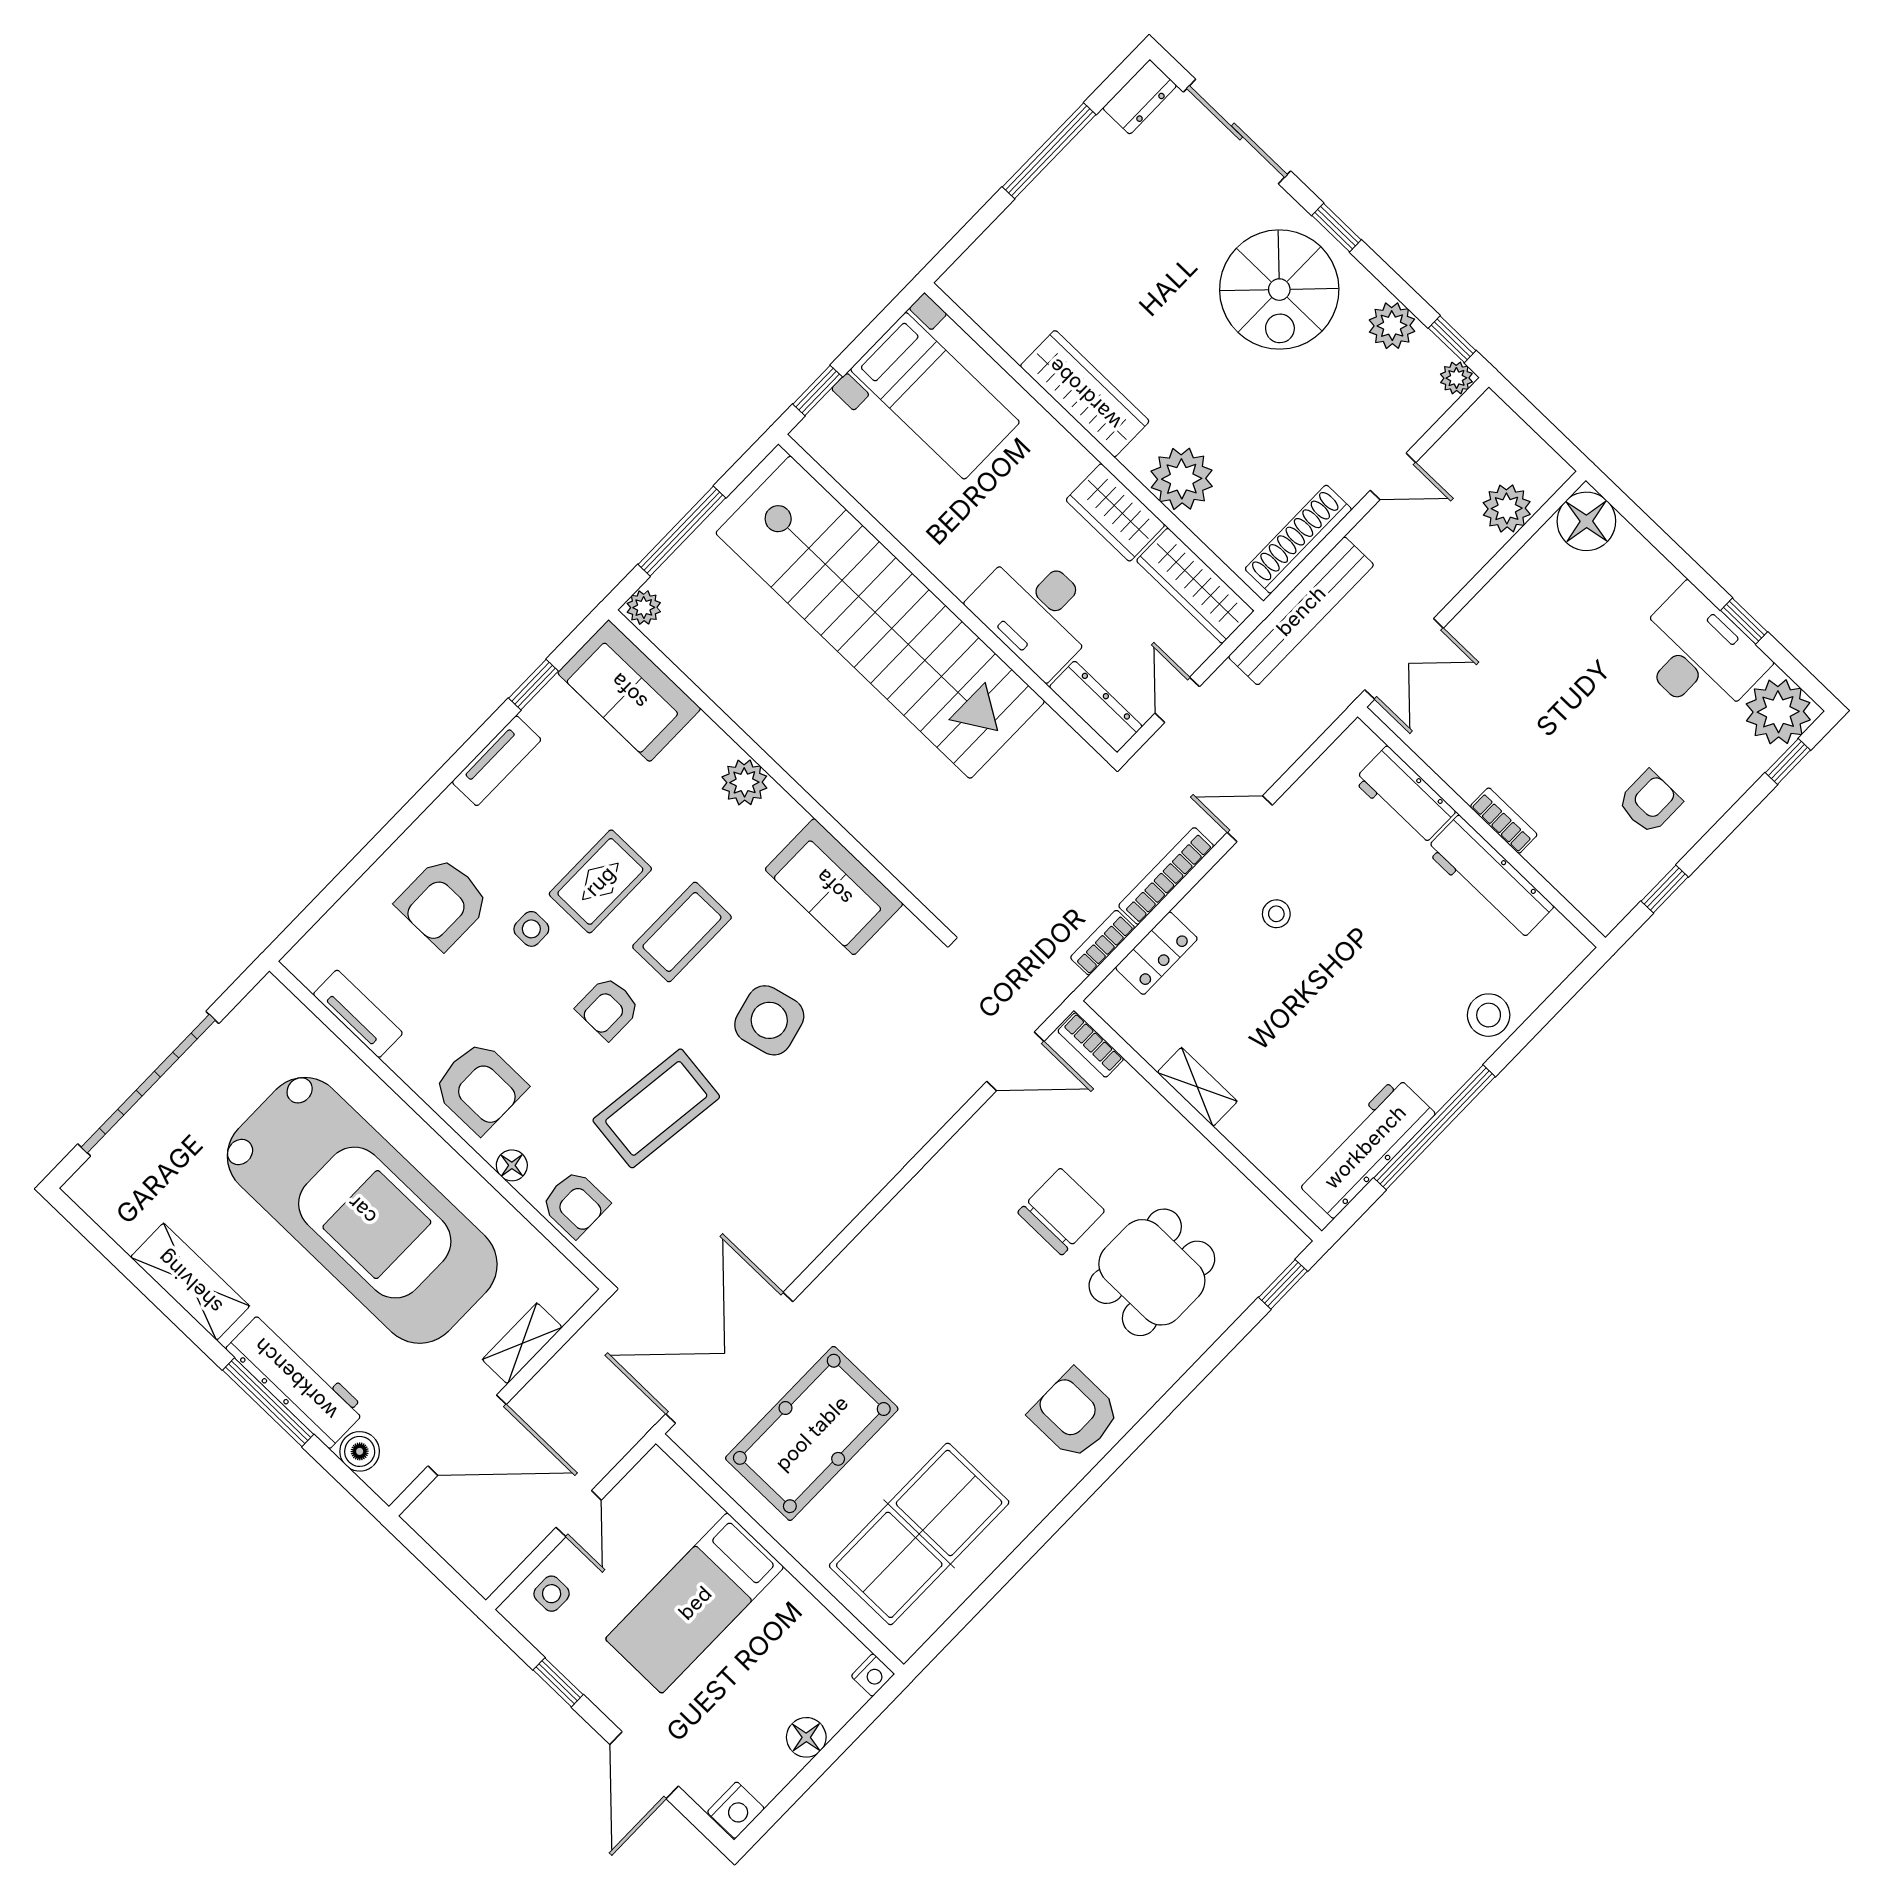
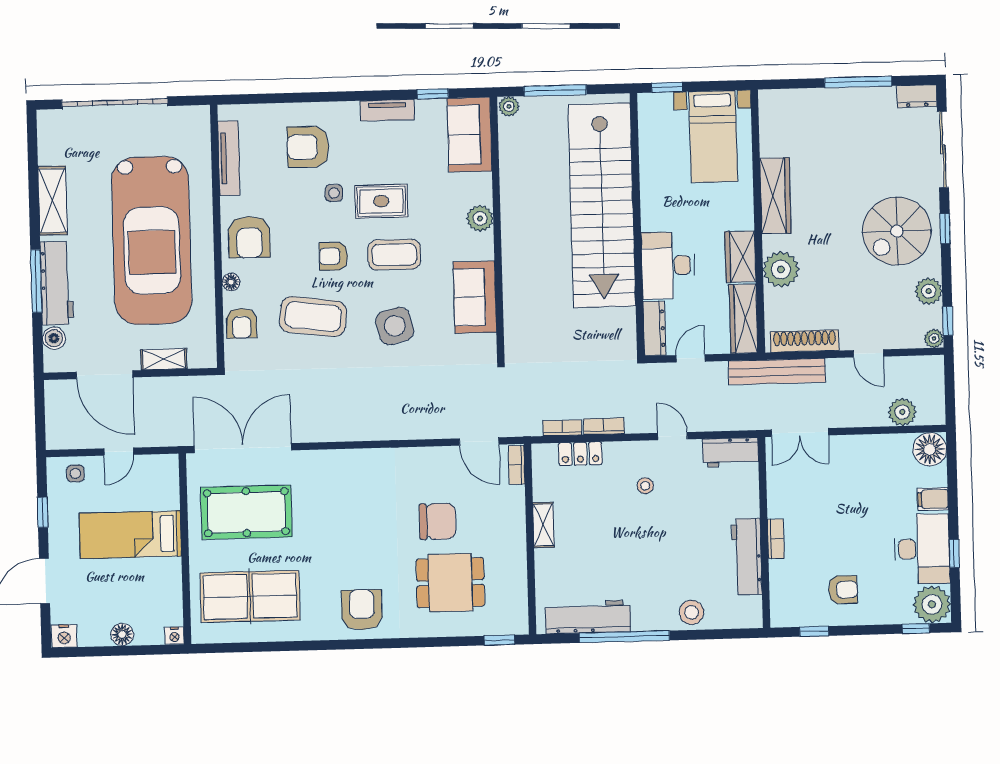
filing cabinet: (1651, 580) -> (933, 499), added
workbench: (1405, 796) -> (731, 452), moved, turned -90
bookcase: (1166, 876) -> (604, 426), width x0.64
tv unit: (358, 1014) -> (229, 158), width x1.41

